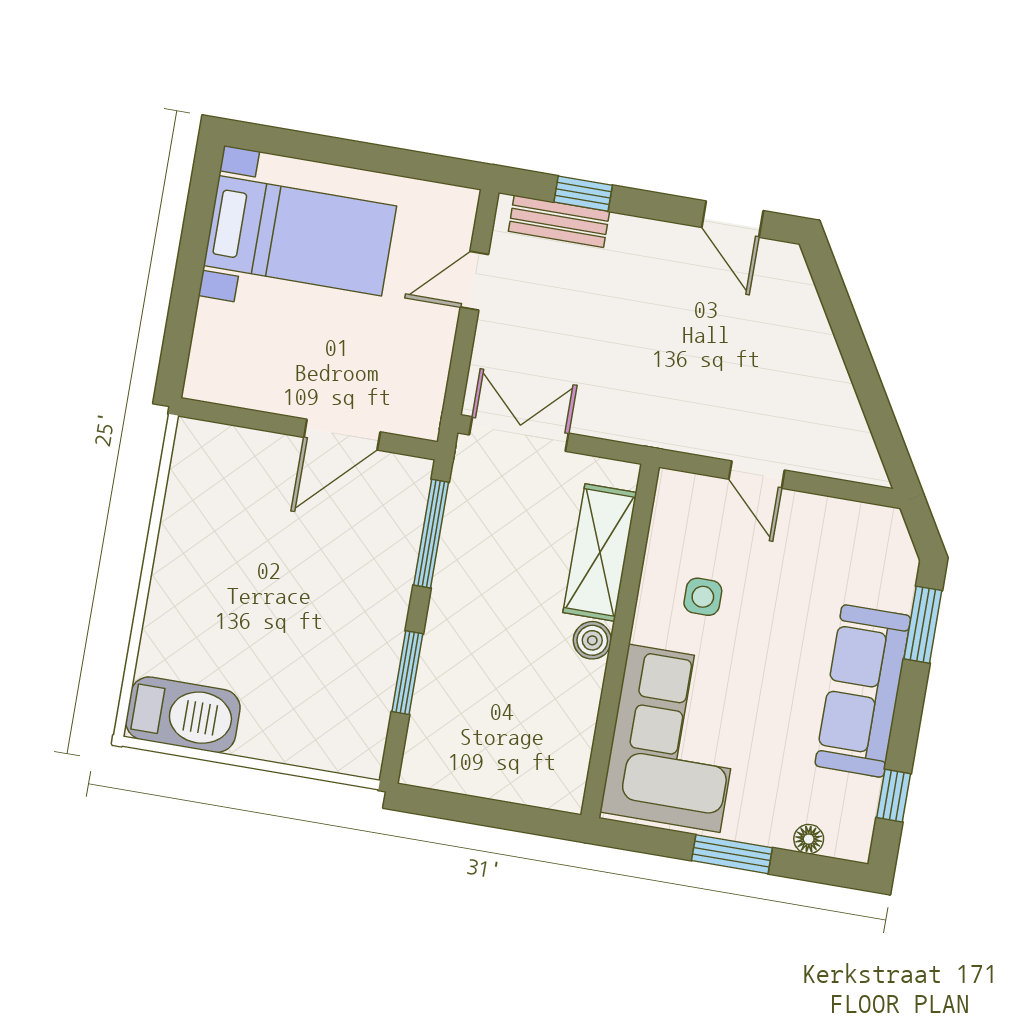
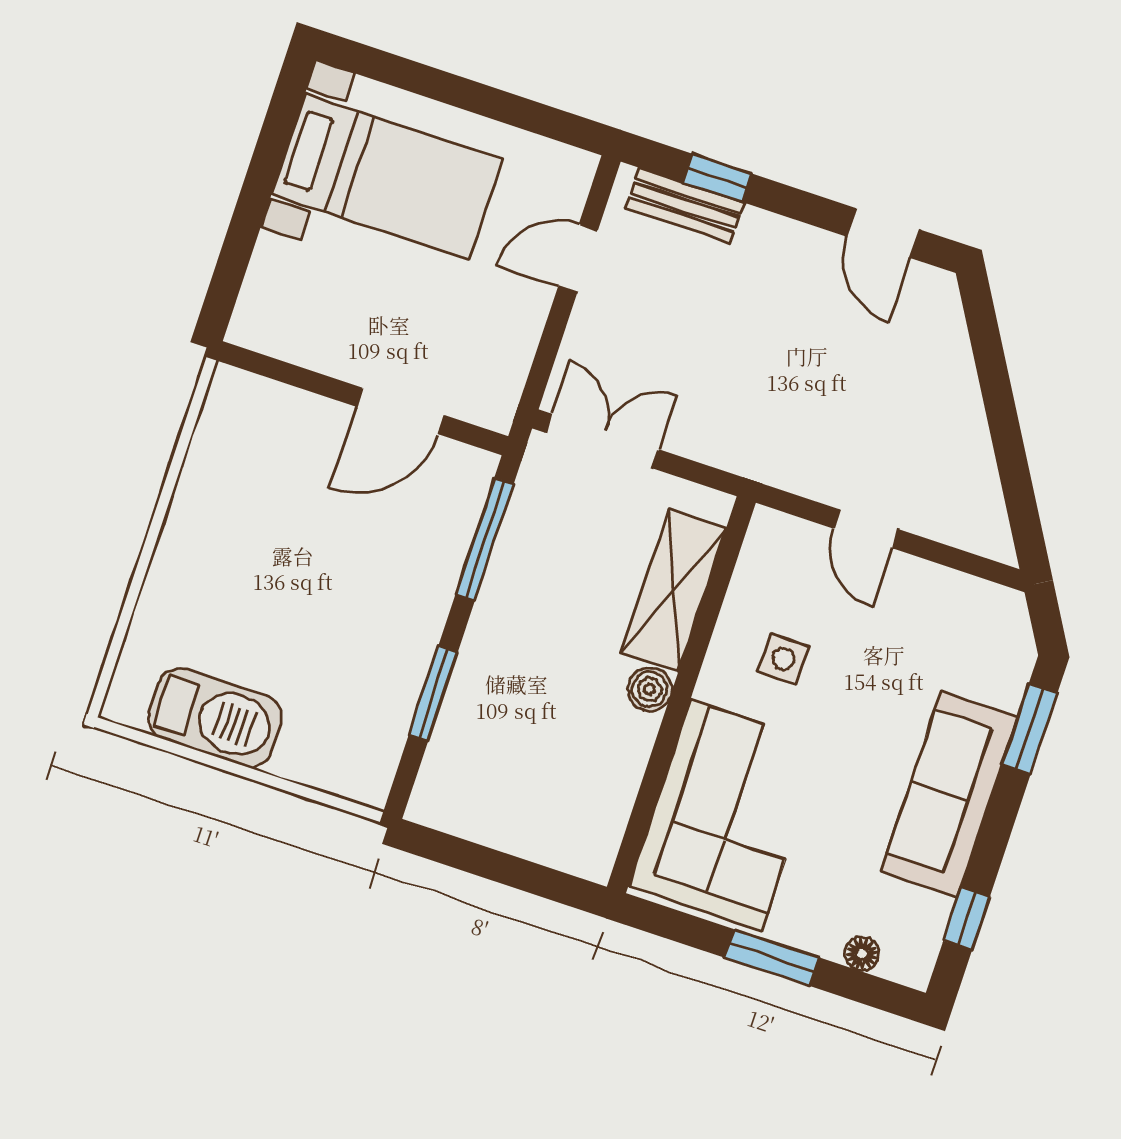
barbecue: (183, 715) -> (215, 718), moved

